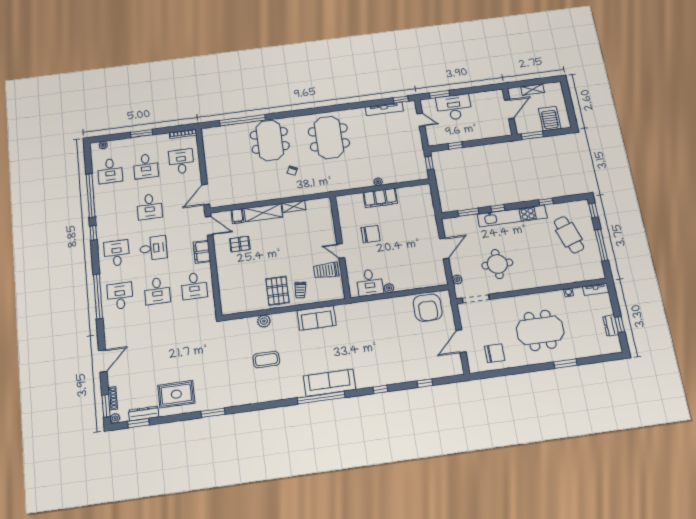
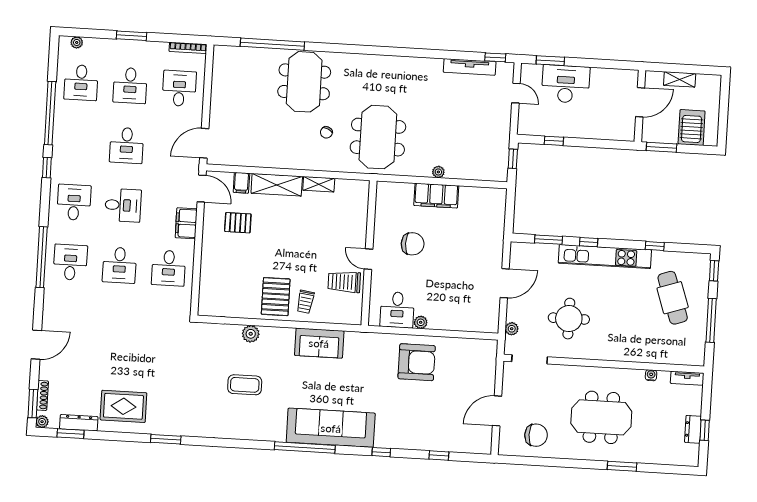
meeting table: (329, 137) -> (378, 137), moved
armchair: (428, 308) -> (417, 362), moved, turned -90
sofa: (329, 383) -> (331, 428), width x1.36, depth x1.27

